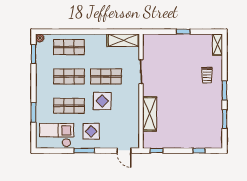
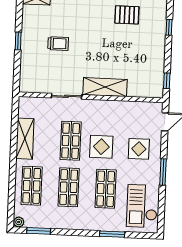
shelving: (123, 40) -> (25, 139), moved
trolley: (207, 75) -> (58, 43), moved
shelving: (150, 114) -> (105, 87), moved
pallet: (207, 117) -> (127, 15), added
display table: (91, 131) -> (139, 149), moved

